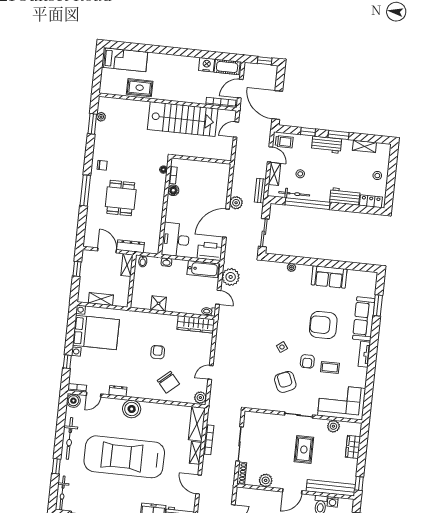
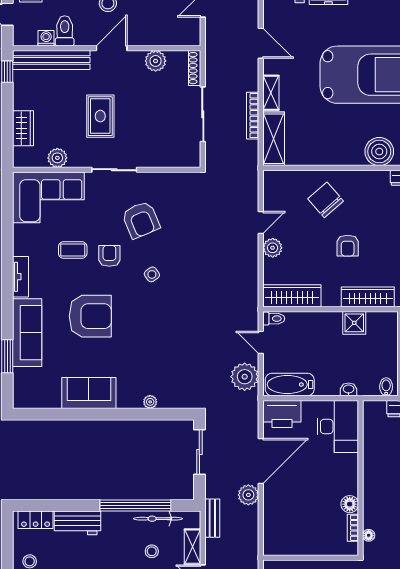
wardrobe: (148, 319) -> (368, 297), added
plant: (200, 398) -> (273, 248), moved

